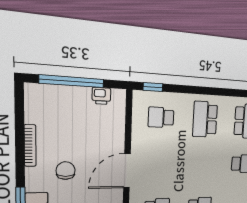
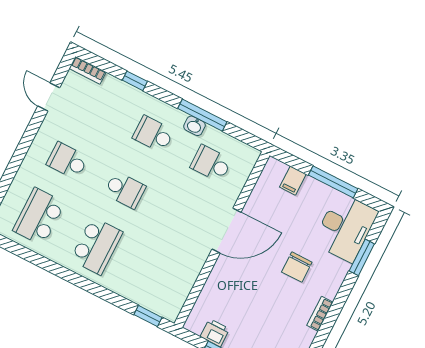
school desk: (161, 117) -> (125, 190), moved
bookcase: (30, 146) -> (320, 314), width x0.64

